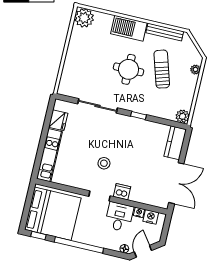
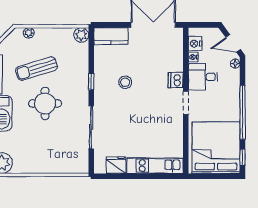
stool: (104, 163) -> (125, 82), moved

